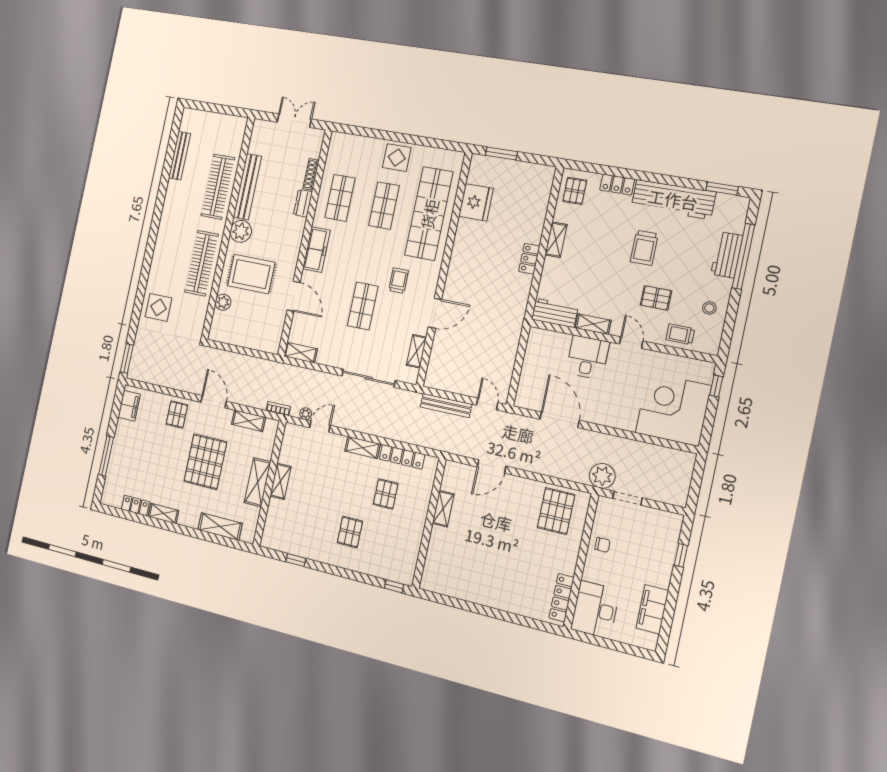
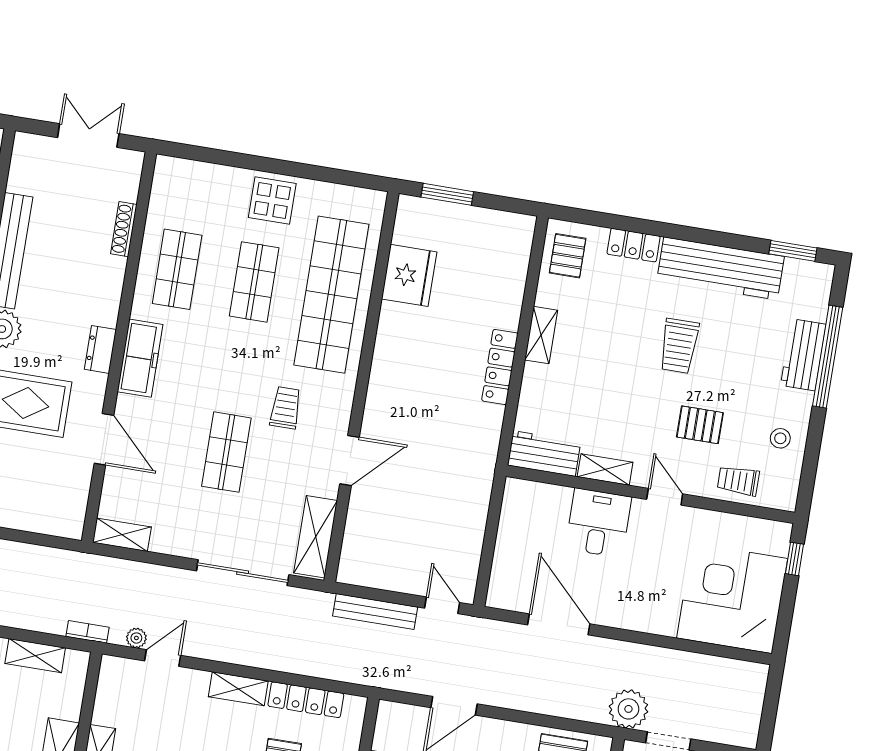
dresser: (303, 203) -> (100, 349), moved
locker: (529, 259) -> (500, 367), width x1.53
shelving: (416, 351) -> (316, 537), width x1.50, depth x1.33

